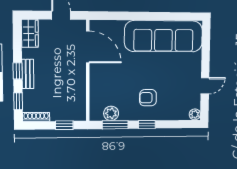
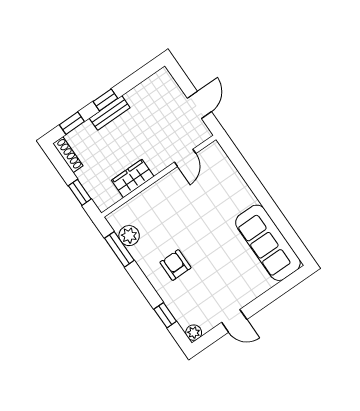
wardrobe: (30, 33) -> (133, 178), moved, turned 180
sofa: (164, 36) -> (268, 243), width x0.74, depth x0.79
door: (88, 47) -> (185, 158), width x0.53
window: (147, 124) -> (165, 315), moved

